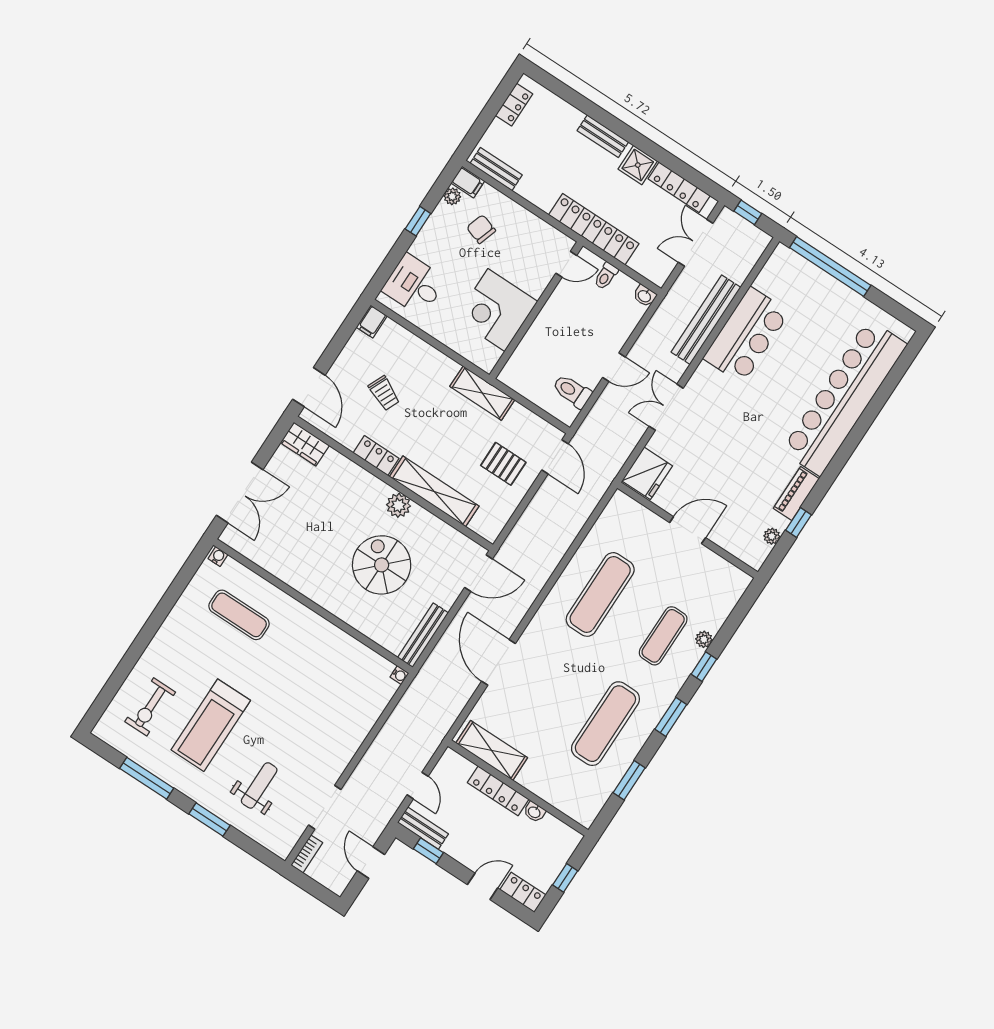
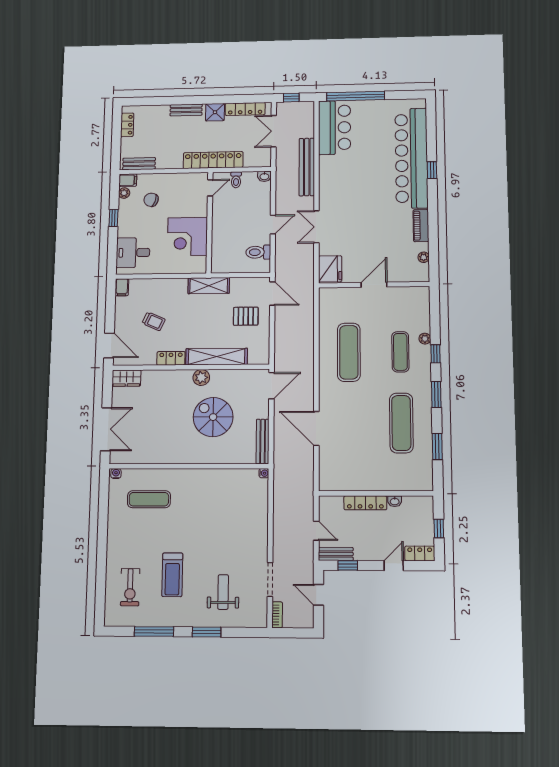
bar counter: (746, 335) -> (335, 127), moved
window: (799, 522) -> (432, 170), moved
treadmill: (211, 725) -> (172, 575), width x0.73, depth x0.73
shelving: (492, 750) -> (346, 482), removed

